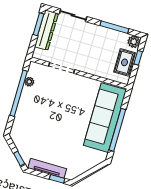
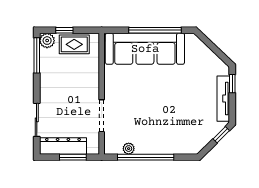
window: (38, 24) -> (73, 157), moved
window: (114, 27) -> (37, 55), moved

